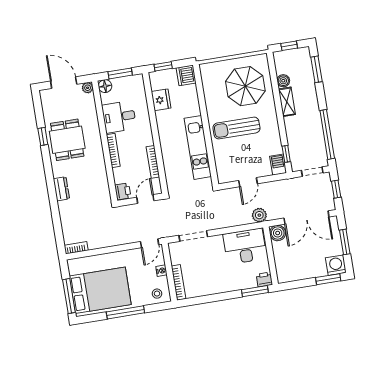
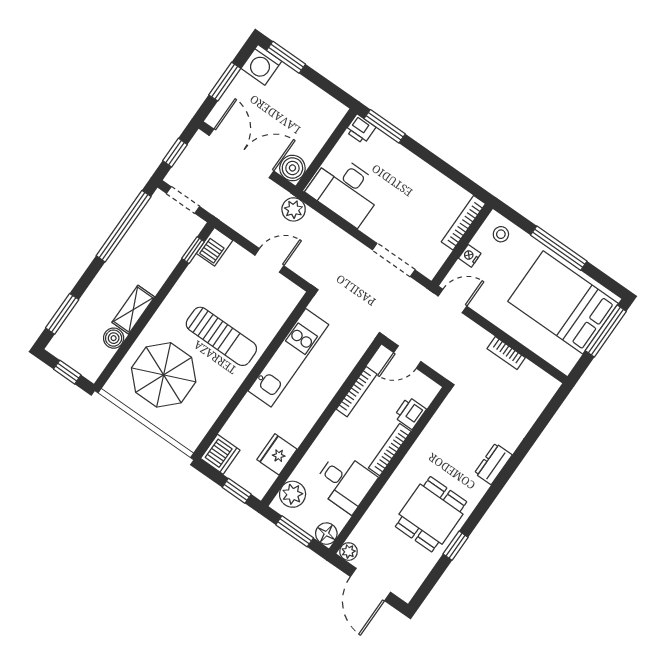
plant: (137, 89) -> (293, 494), added
printer: (123, 191) -> (410, 413), moved
bookcase: (76, 248) -> (506, 353), moved

